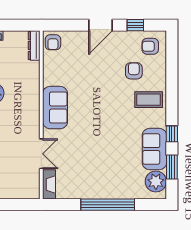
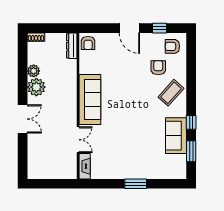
door: (101, 25) -> (129, 28), hinge flipped
coffee table: (149, 100) -> (171, 93), turned -48
sofa: (55, 108) -> (90, 100), width x1.36
plant: (156, 181) -> (177, 164), removed
window: (108, 205) -> (136, 184), width x0.47

